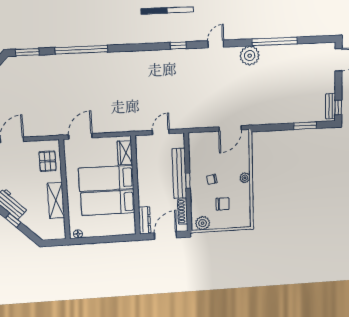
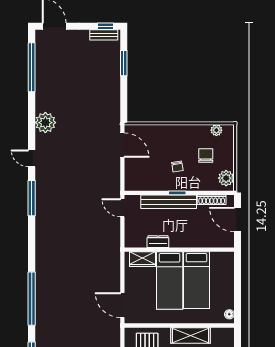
window: (275, 41) -> (32, 67), moved
window: (178, 46) -> (32, 198), width x2.17
door: (161, 132) -> (122, 208), moved
plant: (245, 178) -> (216, 130), moved
dresser: (145, 220) -> (158, 242), moved, width x0.70

